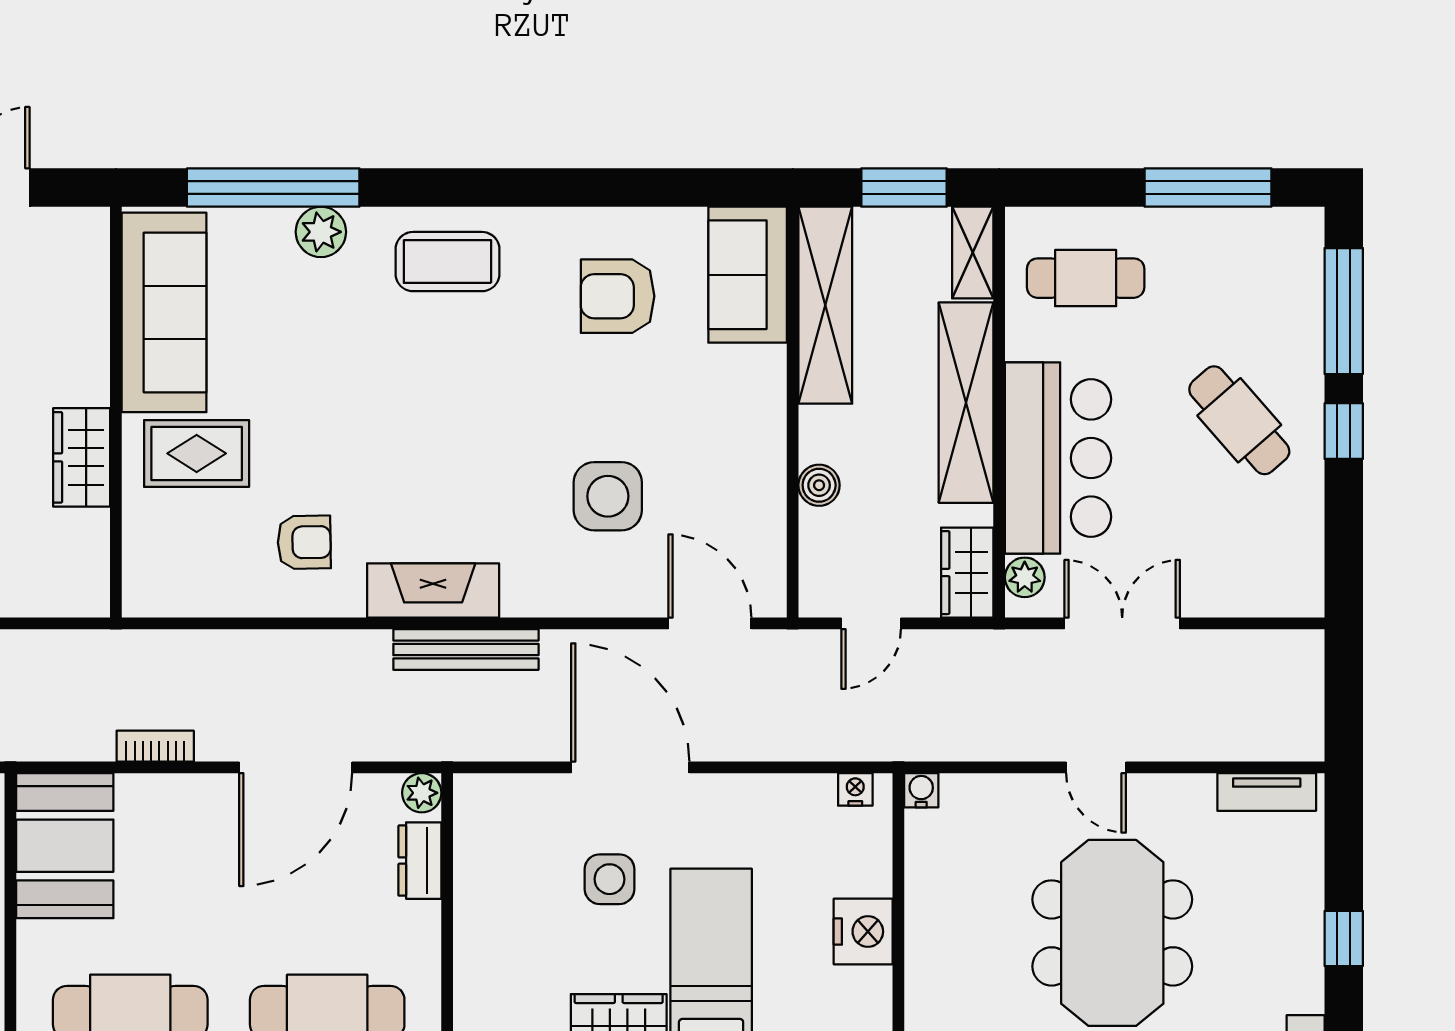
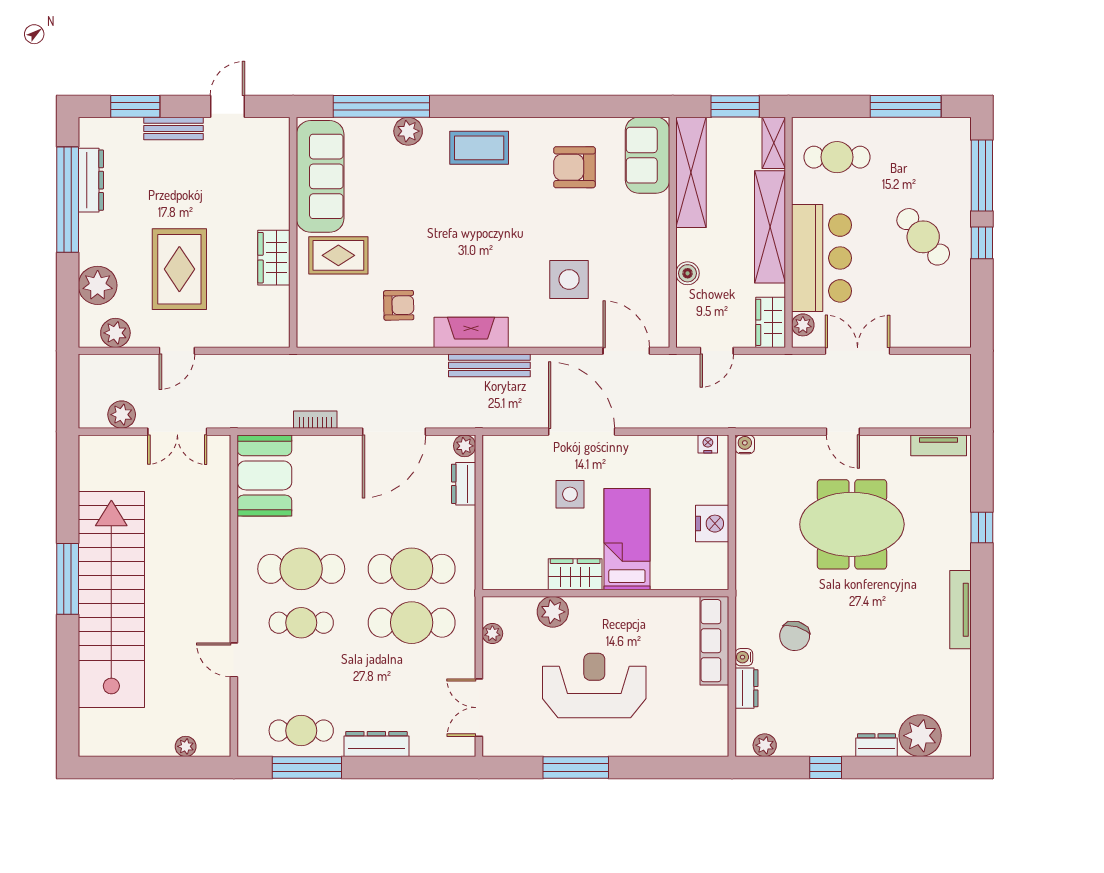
meeting table: (1112, 933) -> (852, 524), turned 90

